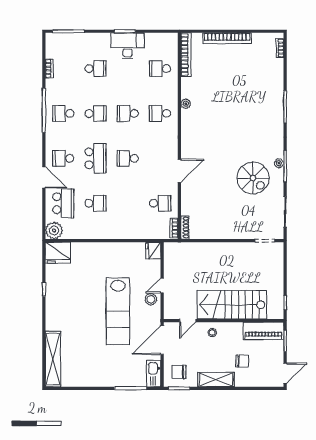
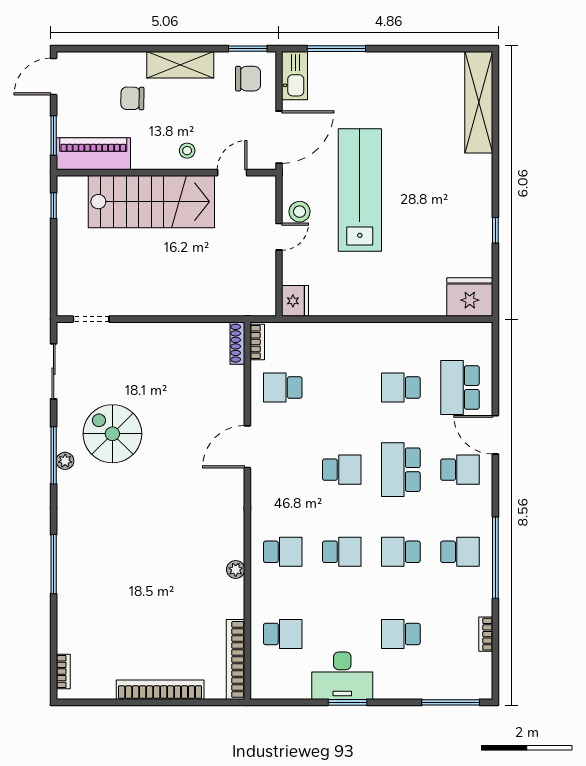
plant: (54, 230) -> (477, 338), removed

